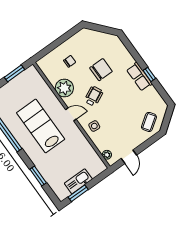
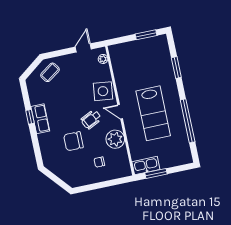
side table: (94, 126) -> (103, 91), width x1.87, depth x1.87
kitchen sink: (78, 181) -> (146, 166), moved, turned 180

